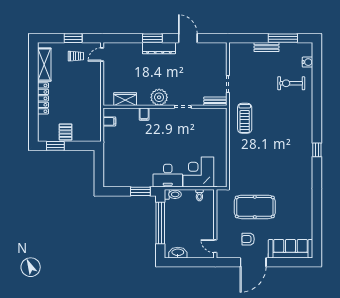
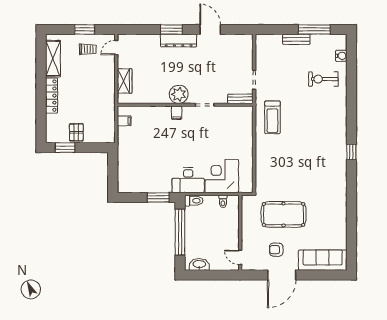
wardrobe: (125, 99) -> (125, 81), moved, turned 90
filing cabinet: (144, 114) -> (177, 113), moved

